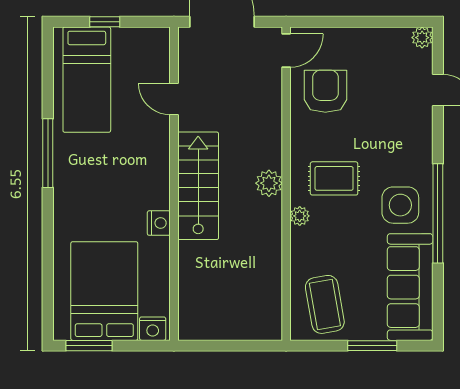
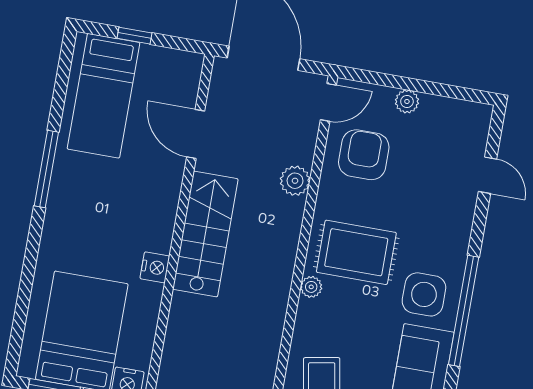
plant: (422, 38) -> (407, 101), moved
door: (174, 99) -> (196, 134), width x1.38
rug: (334, 178) -> (356, 252), width x1.36, depth x1.43
plant: (269, 183) -> (295, 181), moved

